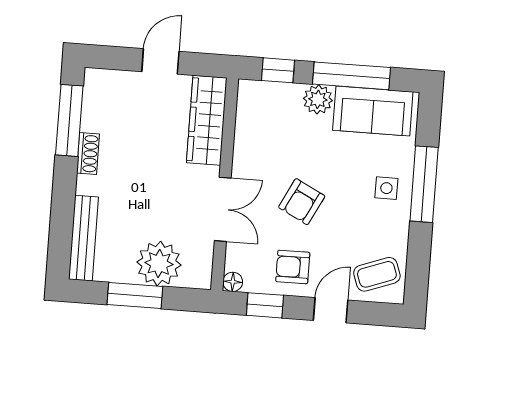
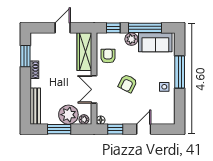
window: (69, 120) -> (25, 56), width x0.69
side table: (386, 188) -> (164, 87), moved
double door: (223, 209) -> (94, 89), swing flipped
armchair: (293, 267) -> (108, 56), moved, turned 90
coffee table: (377, 274) -> (162, 112), removed
plant: (194, 277) -> (84, 119), added

